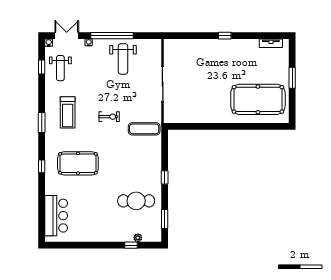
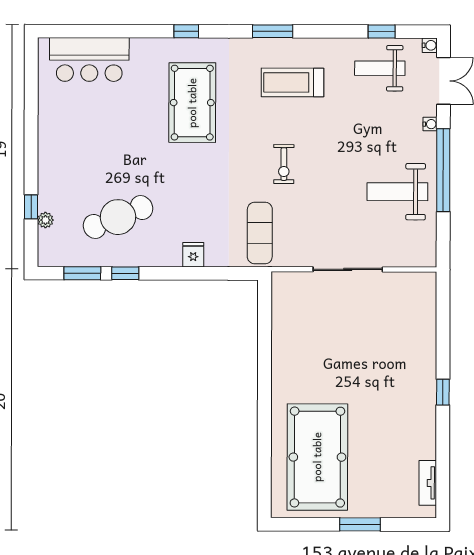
fridge: (155, 163) -> (193, 255), added
window: (165, 177) -> (125, 273), moved
cafe table: (136, 201) -> (118, 217), turned 68

